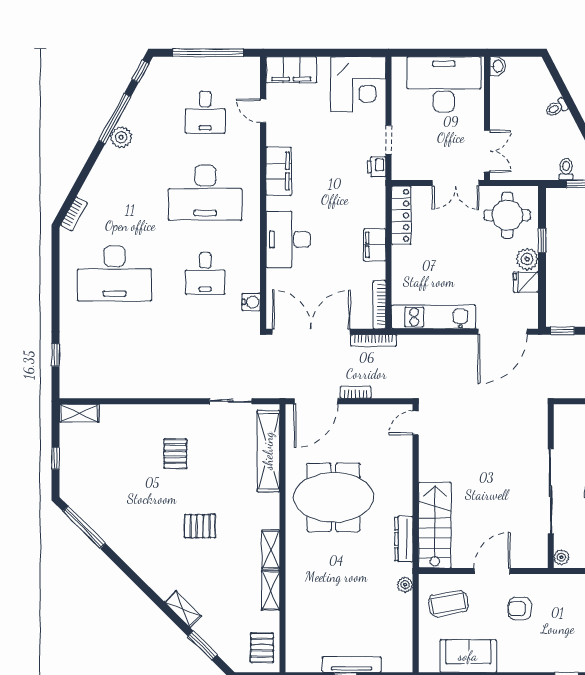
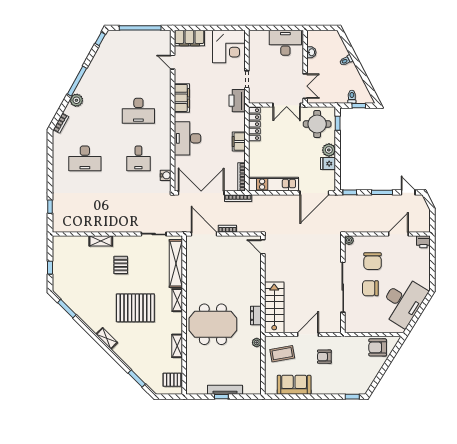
washbasin: (498, 66) -> (311, 52), moved
desk: (444, 84) -> (285, 43), width x0.73, depth x0.77
desk: (205, 112) -> (138, 63), removed
window: (115, 119) -> (77, 81), moved
plant: (121, 137) -> (76, 100), moved
printer: (376, 167) -> (237, 101), width x1.87, depth x1.48
desk: (205, 193) -> (138, 111), width x0.73, depth x0.77
window: (542, 240) -> (338, 123), moved
desk: (114, 273) -> (85, 158), width x0.73, depth x0.77
door: (316, 401) -> (204, 234), swing flipped
shelving: (79, 413) -> (101, 241), moved
door: (416, 423) -> (263, 247), hinge flipped
meeting table: (333, 497) -> (213, 324), moved
pallet: (200, 526) -> (135, 308), width x2.05, depth x2.00
window: (84, 527) -> (67, 309), width x0.69
dresser: (404, 539) -> (256, 315), width x0.70
shelving: (271, 550) -> (177, 300), moved
plant: (561, 557) -> (349, 240), moved
shelving: (183, 609) -> (107, 338), moved
pallet: (262, 648) -> (172, 380), turned 90

